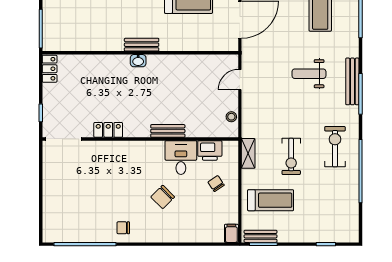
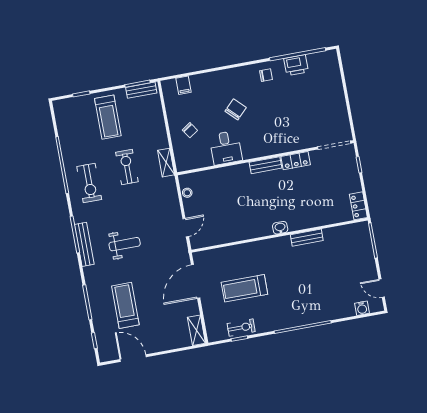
bench: (142, 45) -> (307, 238), moved
bench: (168, 131) -> (266, 165), moved
printer: (210, 150) -> (296, 65), moved, turned 180
treadmill: (271, 200) -> (108, 117), moved, turned -90
filing cabinet: (231, 233) -> (183, 85), moved

